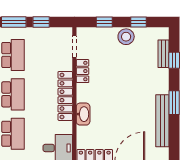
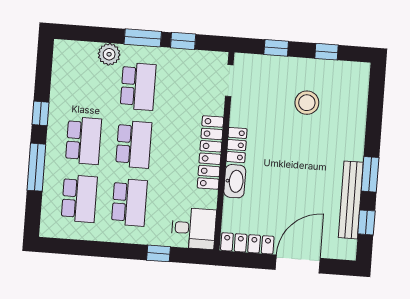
stool: (126, 37) -> (307, 103), moved
bench: (164, 54) -> (360, 101), removed
window: (174, 60) -> (366, 222), moved
locker: (82, 71) -> (237, 145), moved

